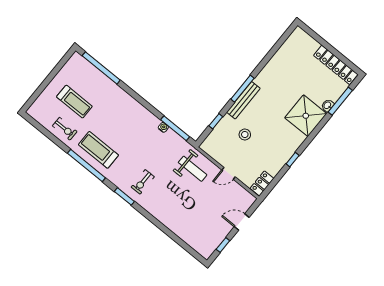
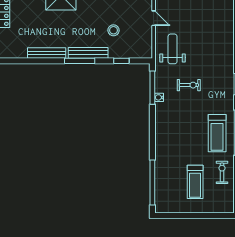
bench: (270, 68) -> (47, 53), added
treadmill: (74, 102) -> (195, 182), turned 180
exercise bike: (143, 182) -> (189, 85), moved

